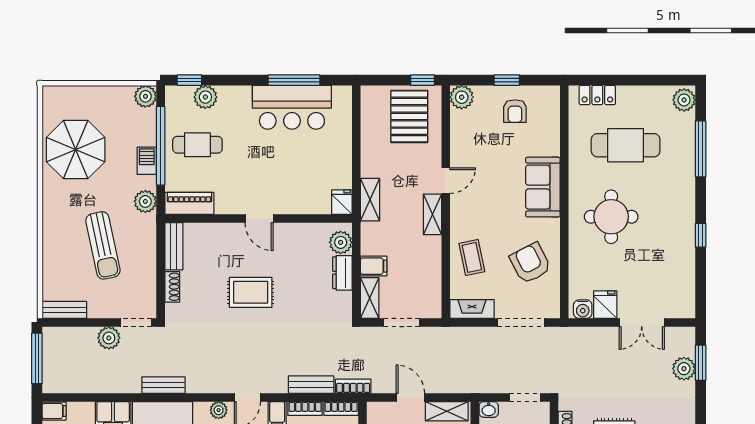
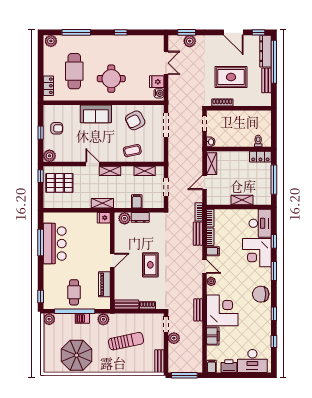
plant: (205, 97) -> (49, 288), removed
piano: (189, 203) -> (104, 284), moved
shelving: (370, 298) -> (145, 171), moved
fireplace: (472, 309) -> (159, 151), removed

